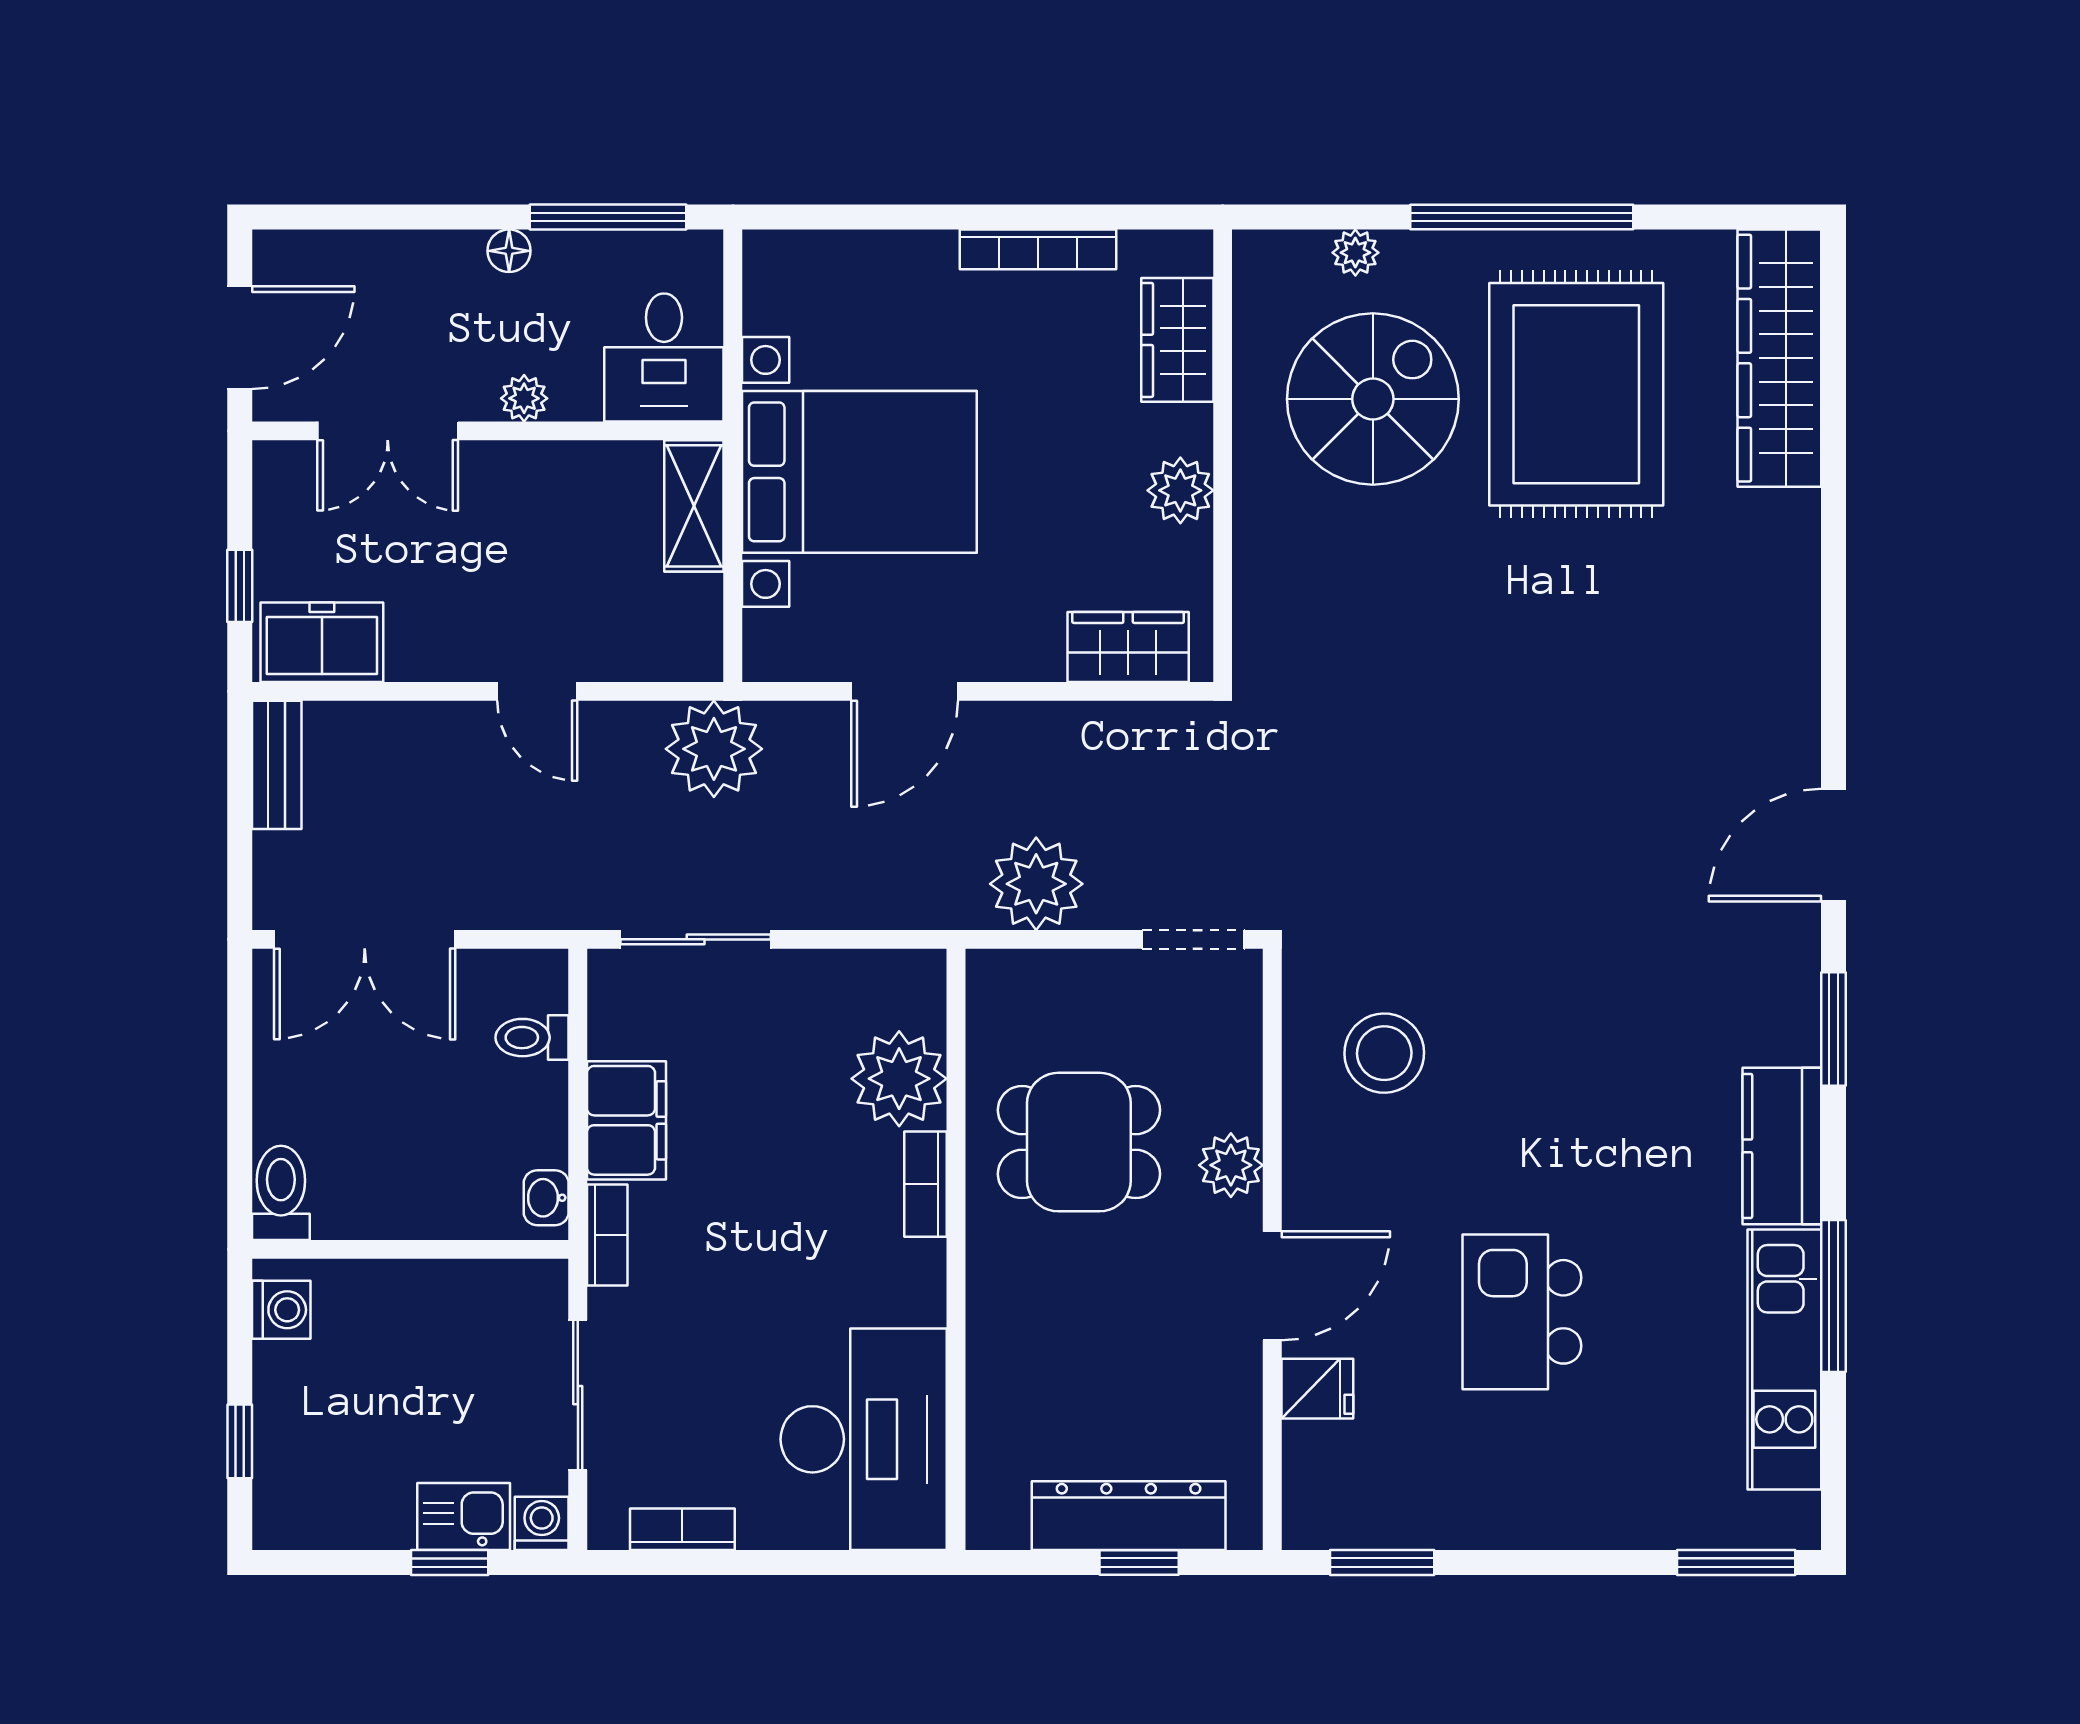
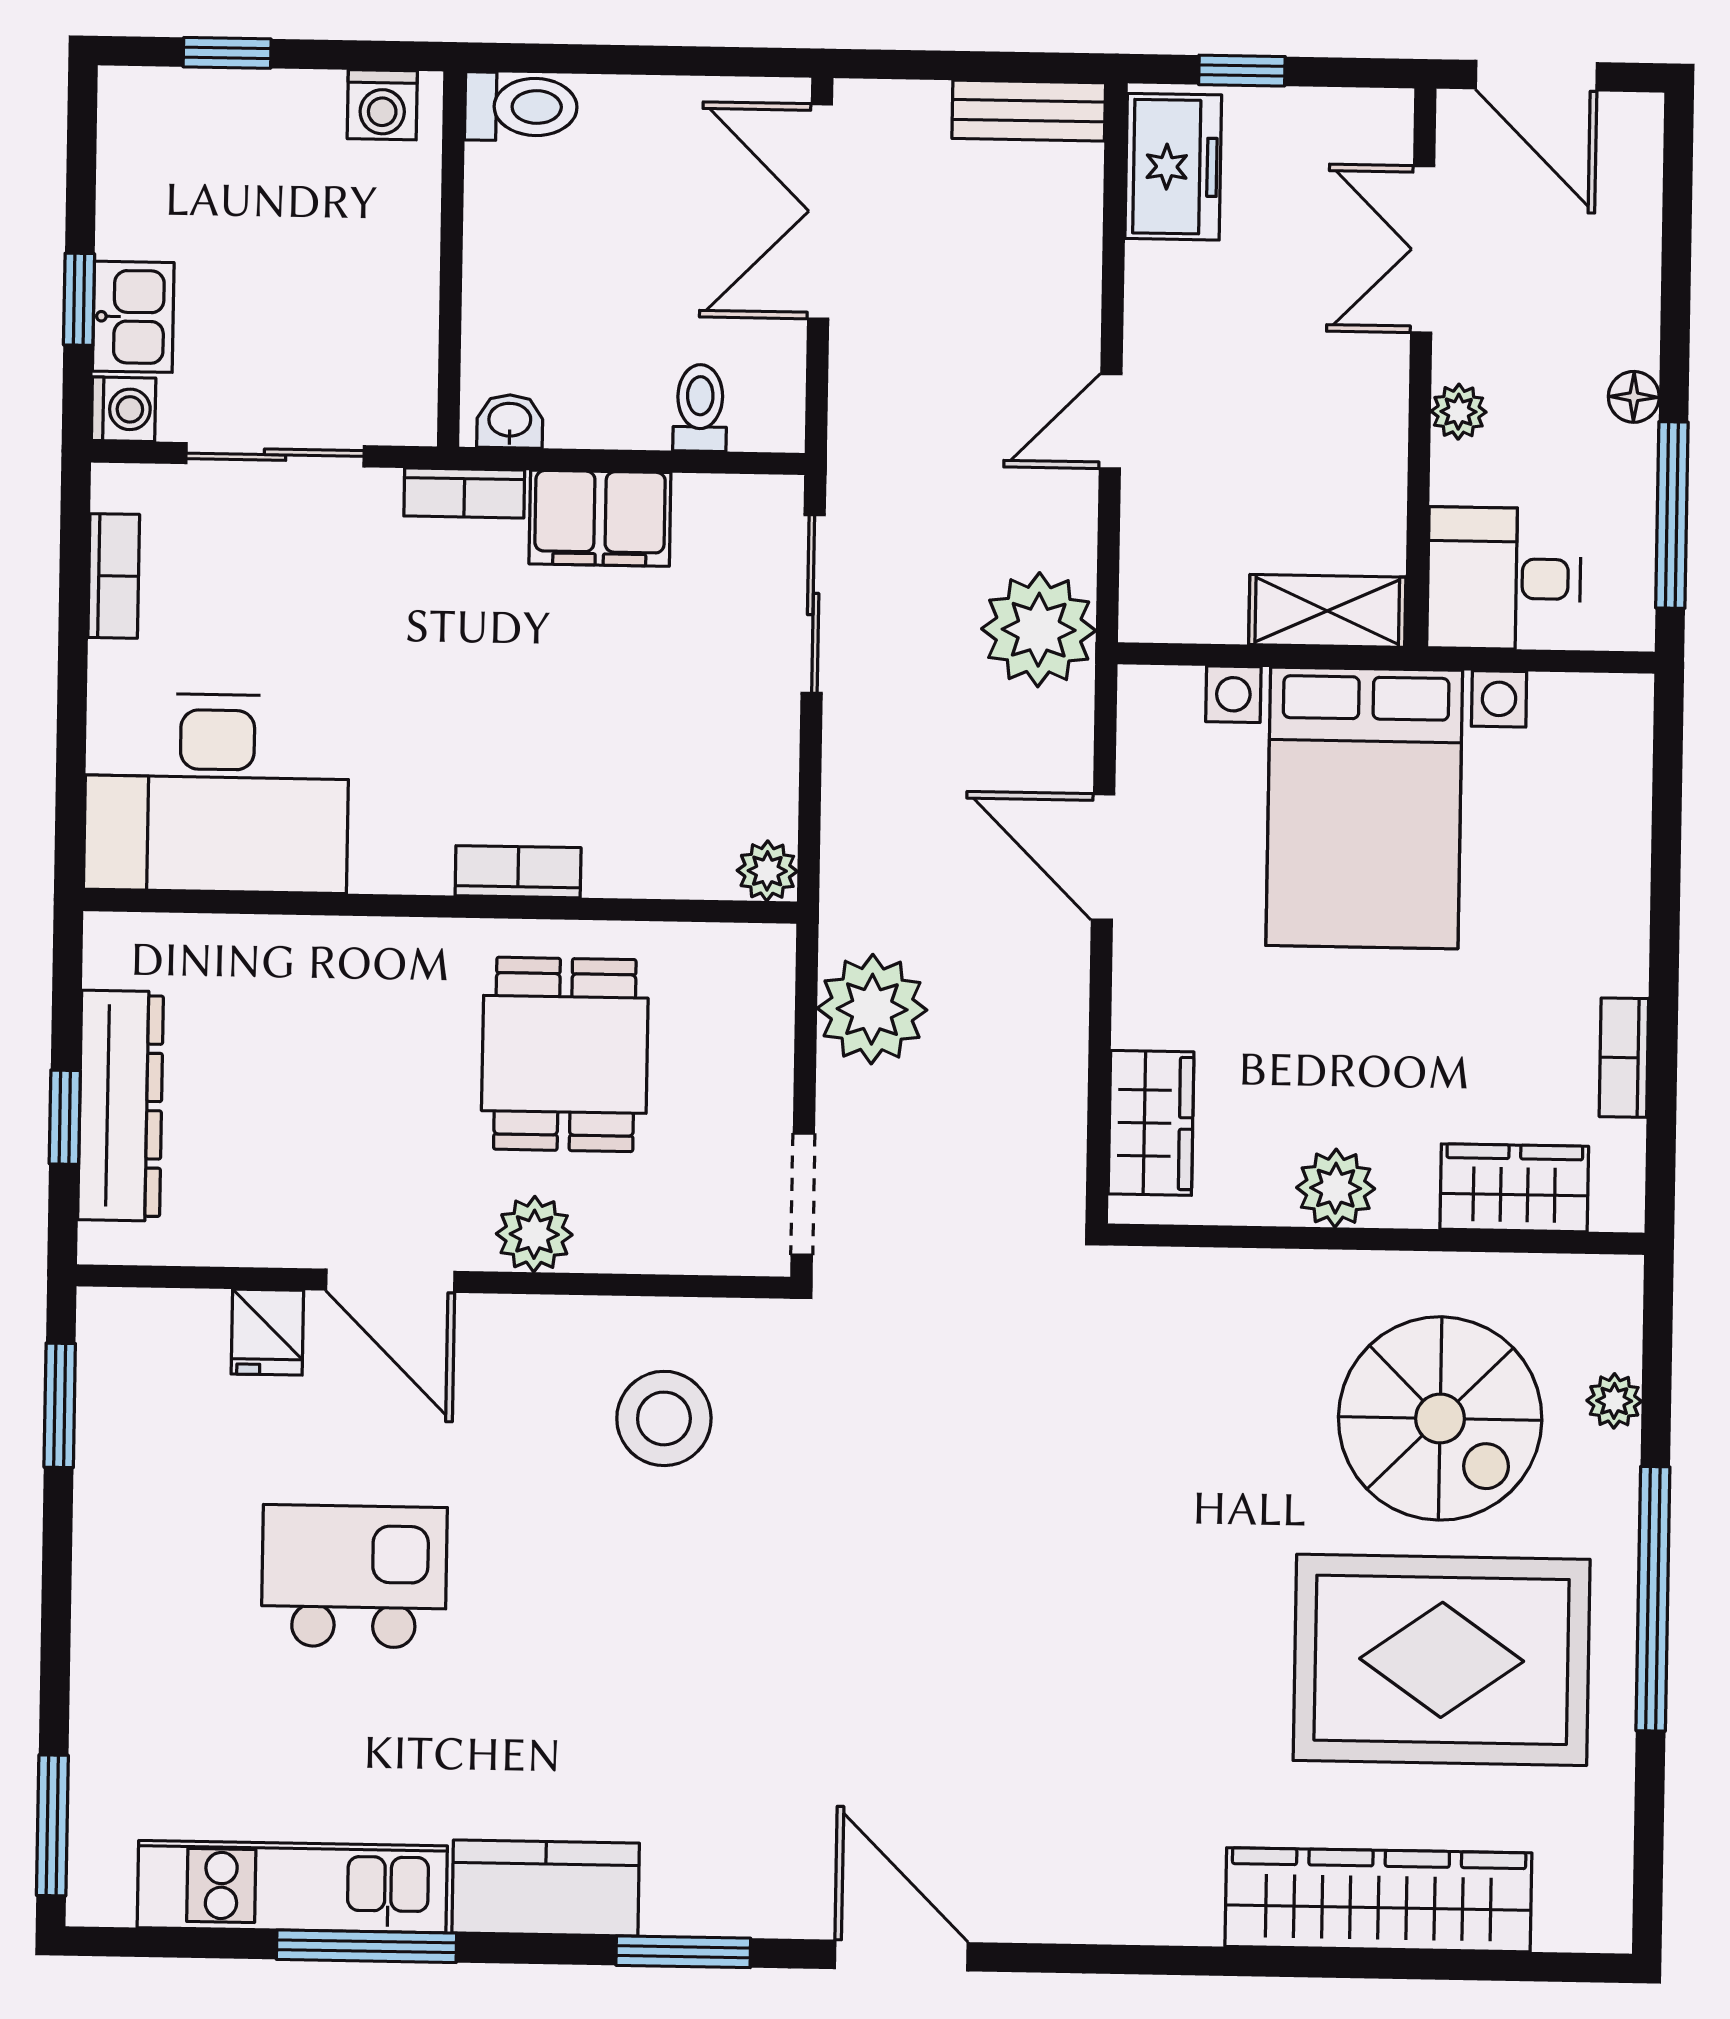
bookcase: (1038, 249) -> (1624, 1058), width x0.64
wardrobe: (1779, 358) -> (1378, 1900), moved
plant: (899, 1079) -> (767, 871), moved, width x0.53, depth x0.53

